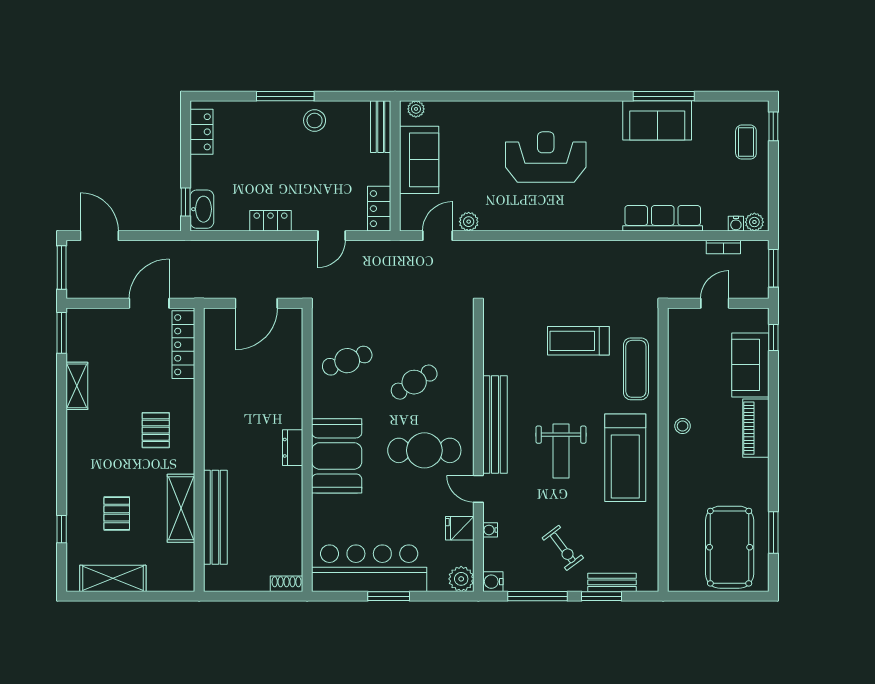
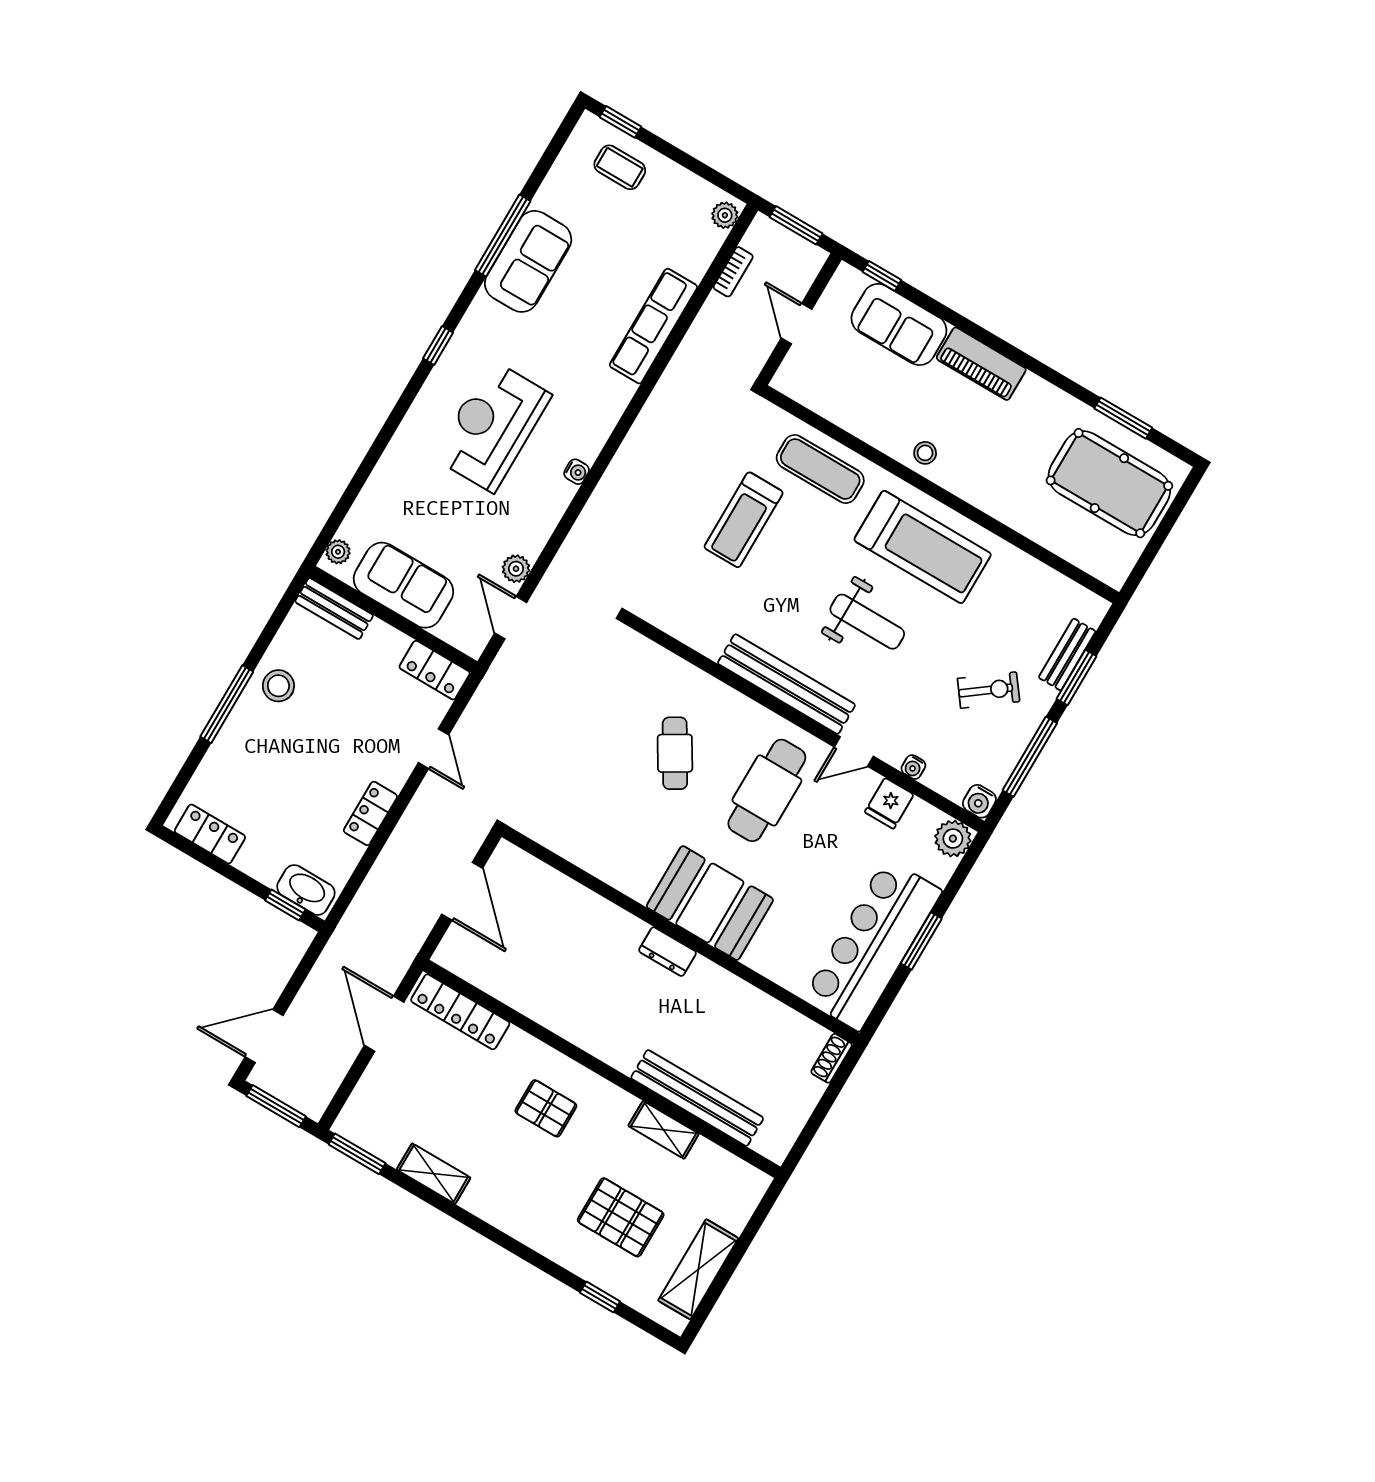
window: (575, 96) -> (438, 346), added
water cooler: (736, 224) -> (577, 472), moved
cafe table: (347, 361) -> (600, 821), removed
shelving: (181, 508) -> (664, 1130), width x0.67, depth x0.75
pallet: (117, 513) -> (621, 1217), width x1.50, depth x1.42

